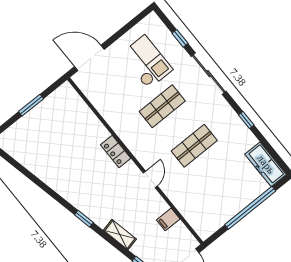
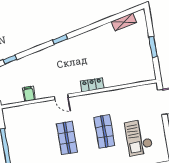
checkout: (146, 62) -> (139, 138), turned 90
shelving: (120, 235) -> (124, 22), moved

